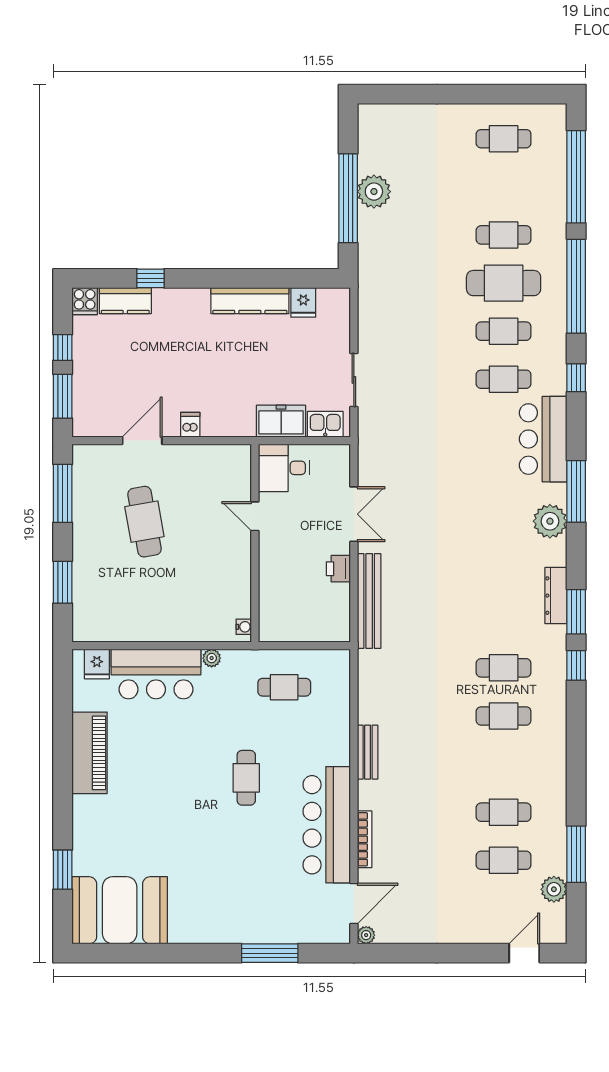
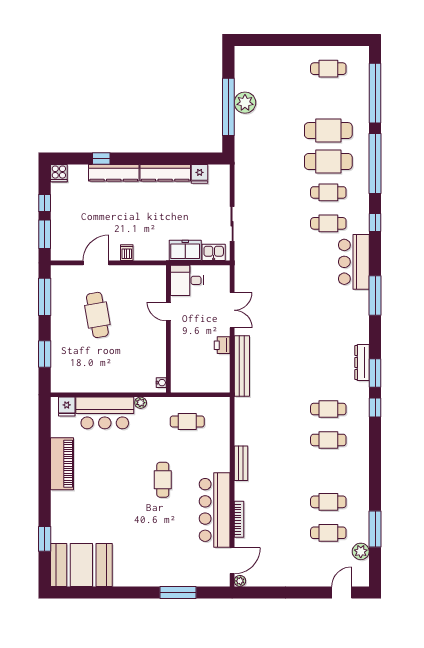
cafe table: (504, 235) -> (328, 131), width x1.37, depth x1.35
kitchen counter: (125, 301) -> (114, 173), moved, width x1.50
plant: (550, 521) -> (358, 315), removed

